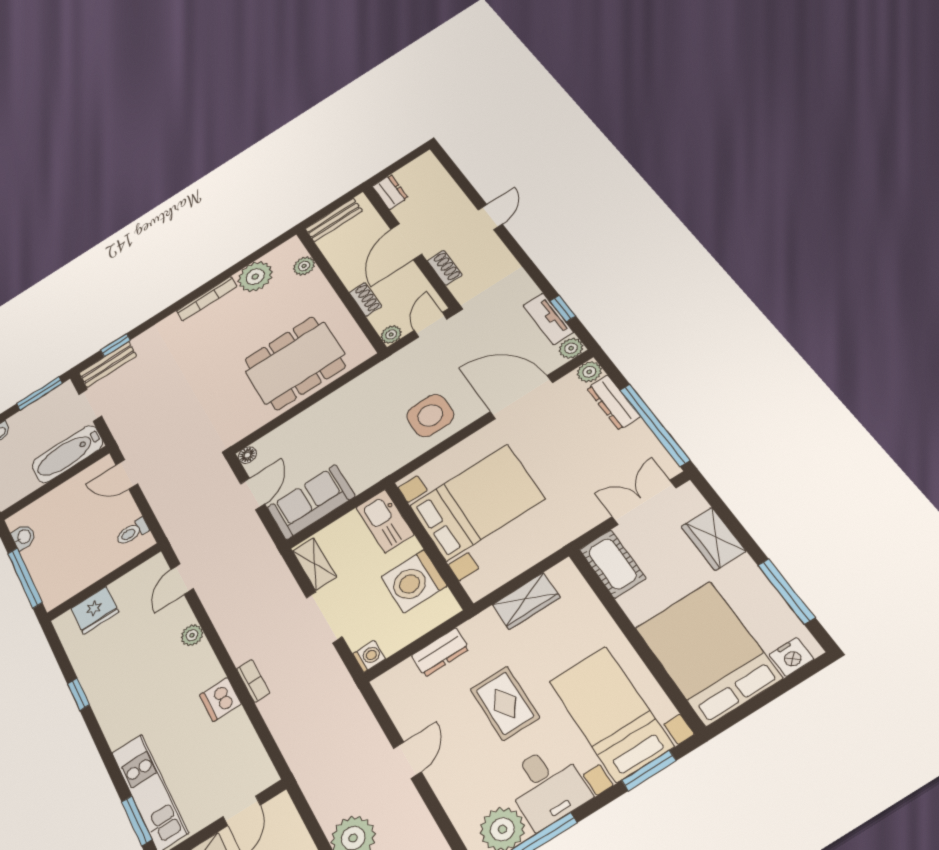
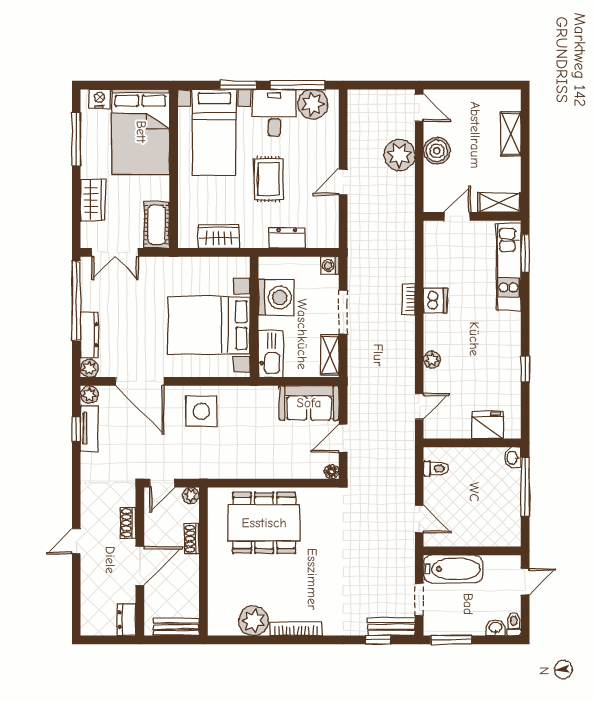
plant: (304, 266) -> (217, 602), removed
washbasin: (24, 537) -> (513, 458), moved
window: (649, 771) -> (238, 85), moved

